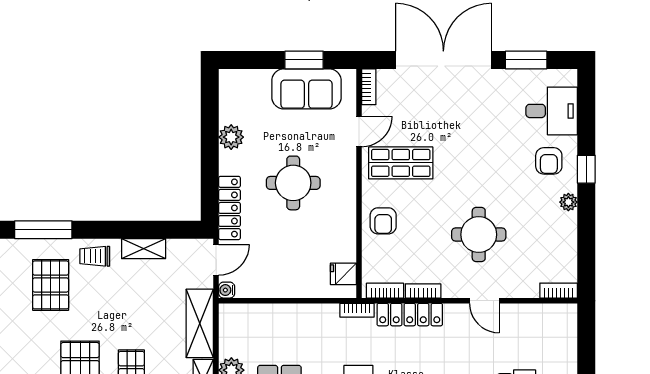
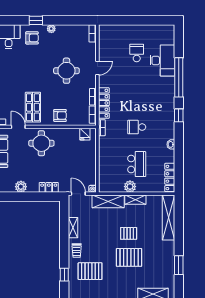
round table: (293, 183) -> (41, 143), moved
locker: (229, 208) -> (49, 187), width x0.66
window: (43, 230) -> (64, 275), width x0.46

